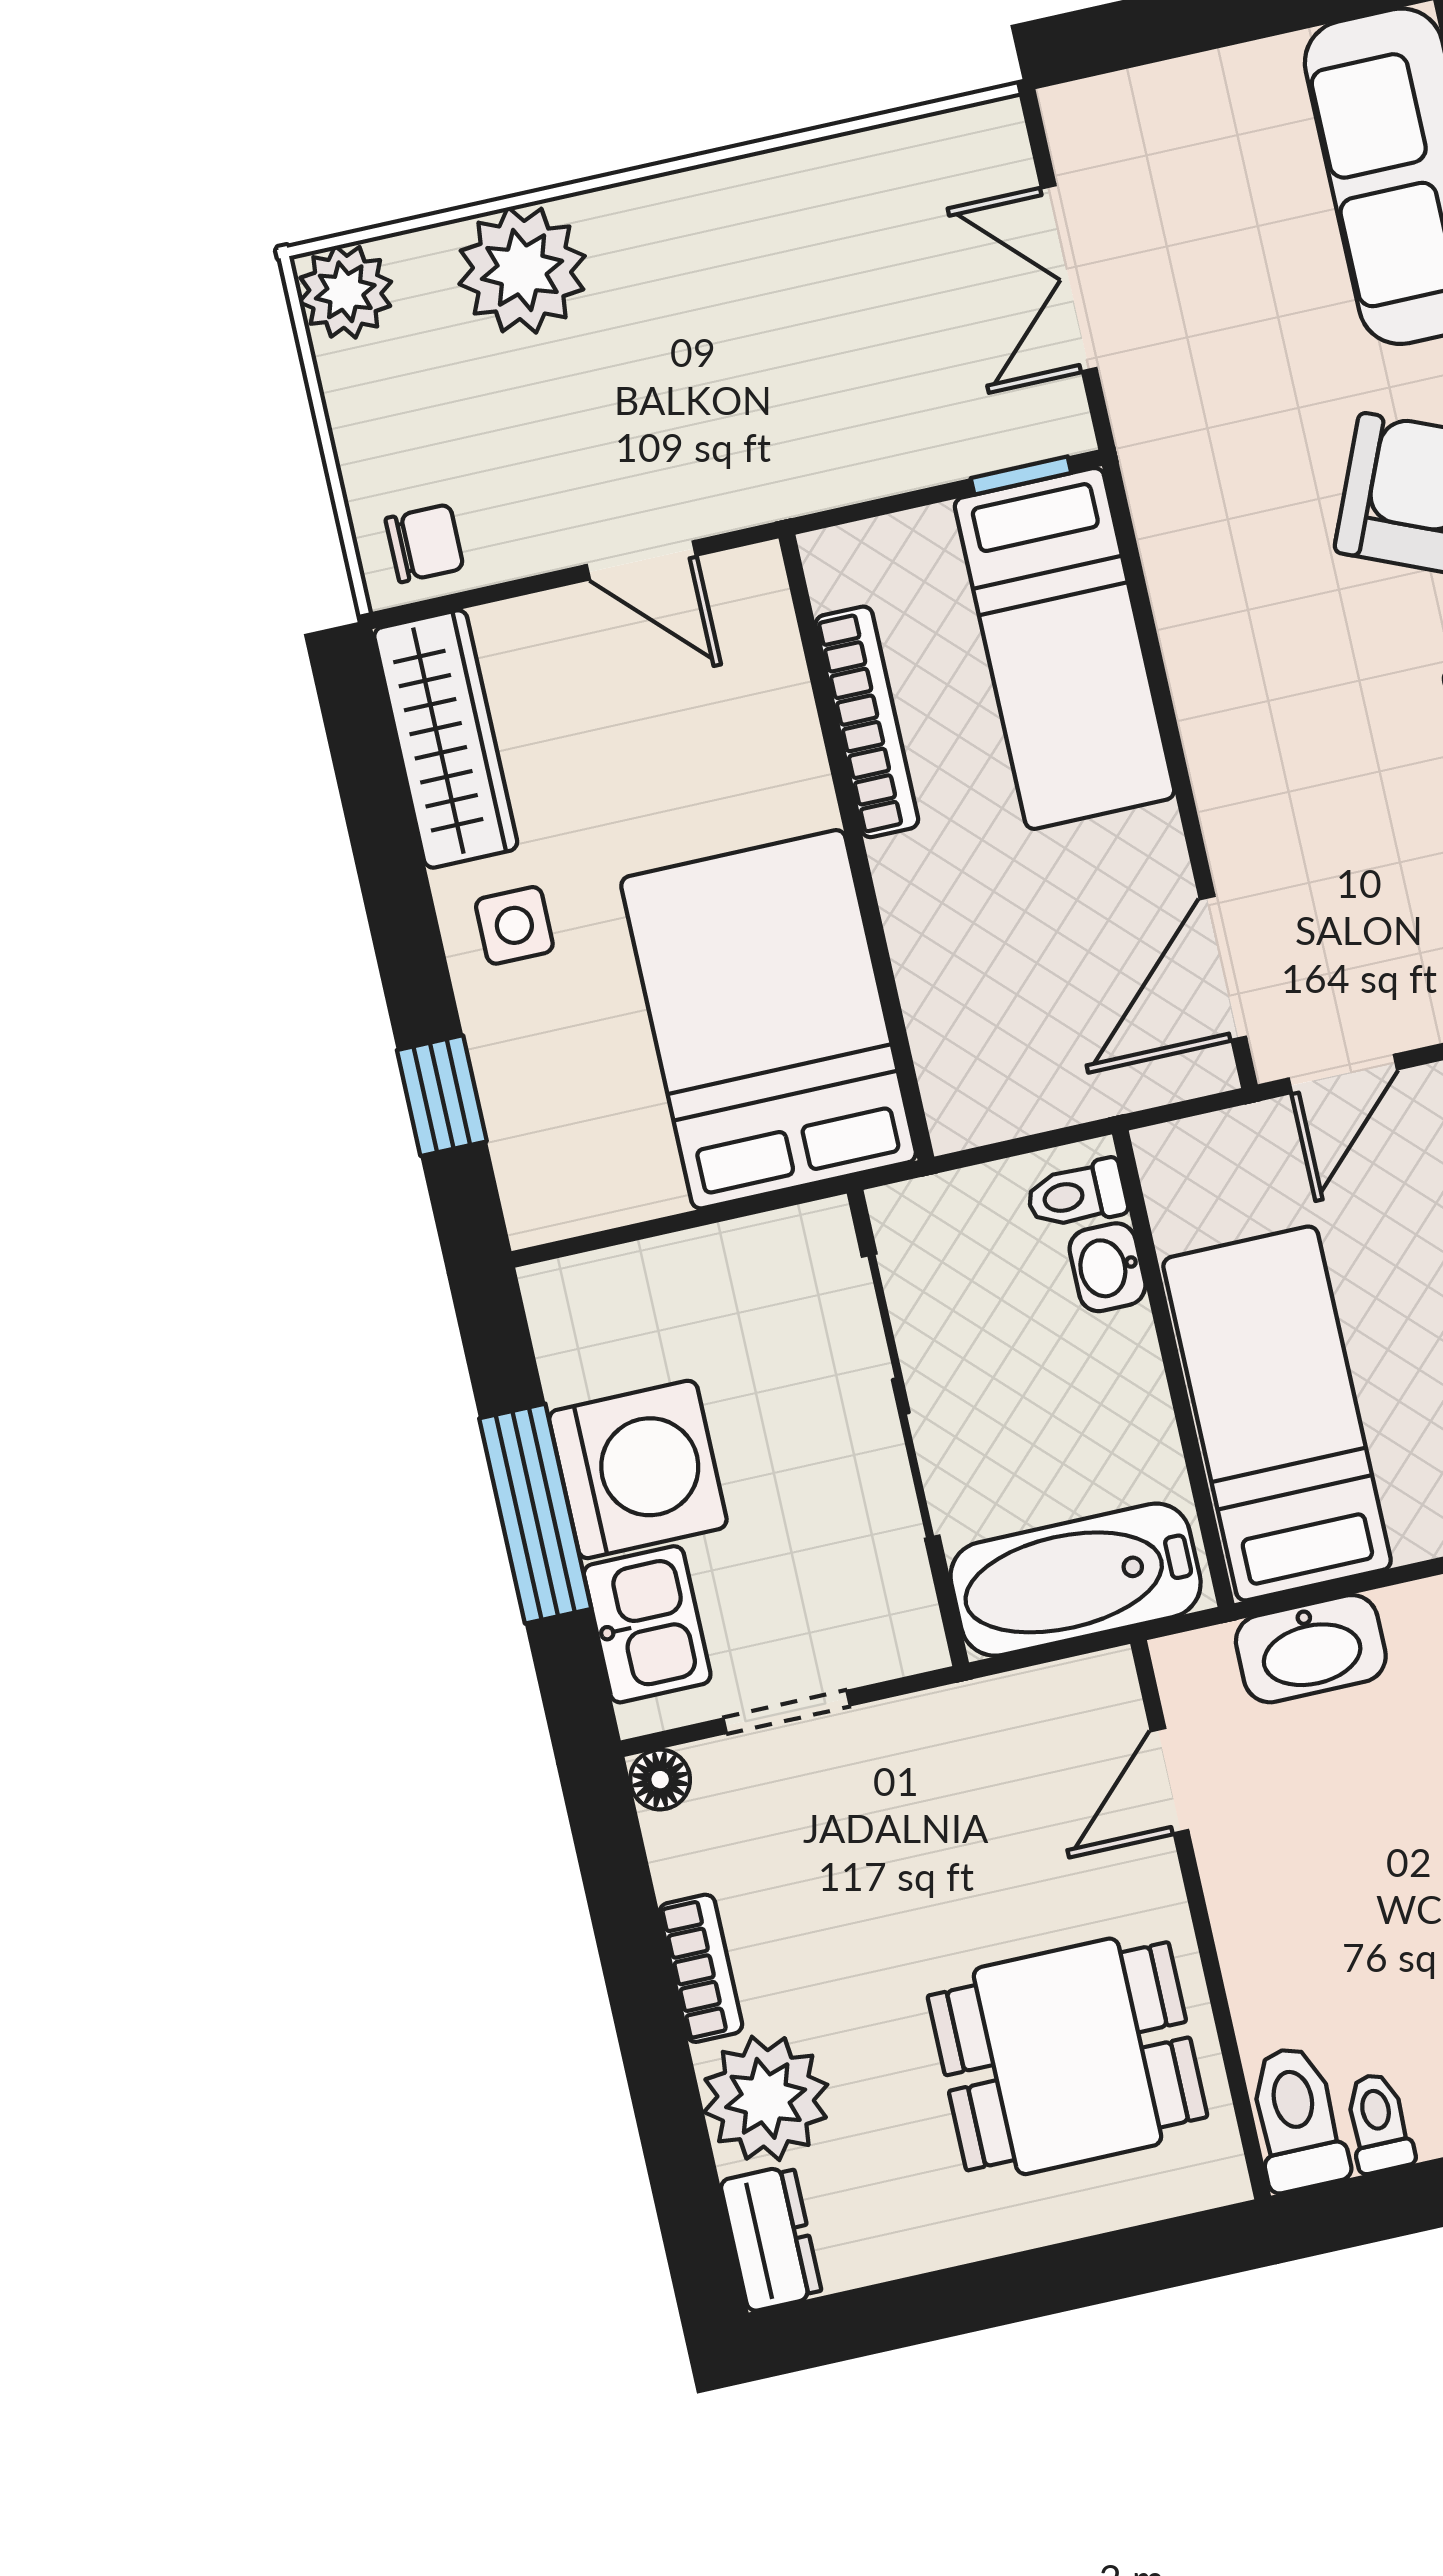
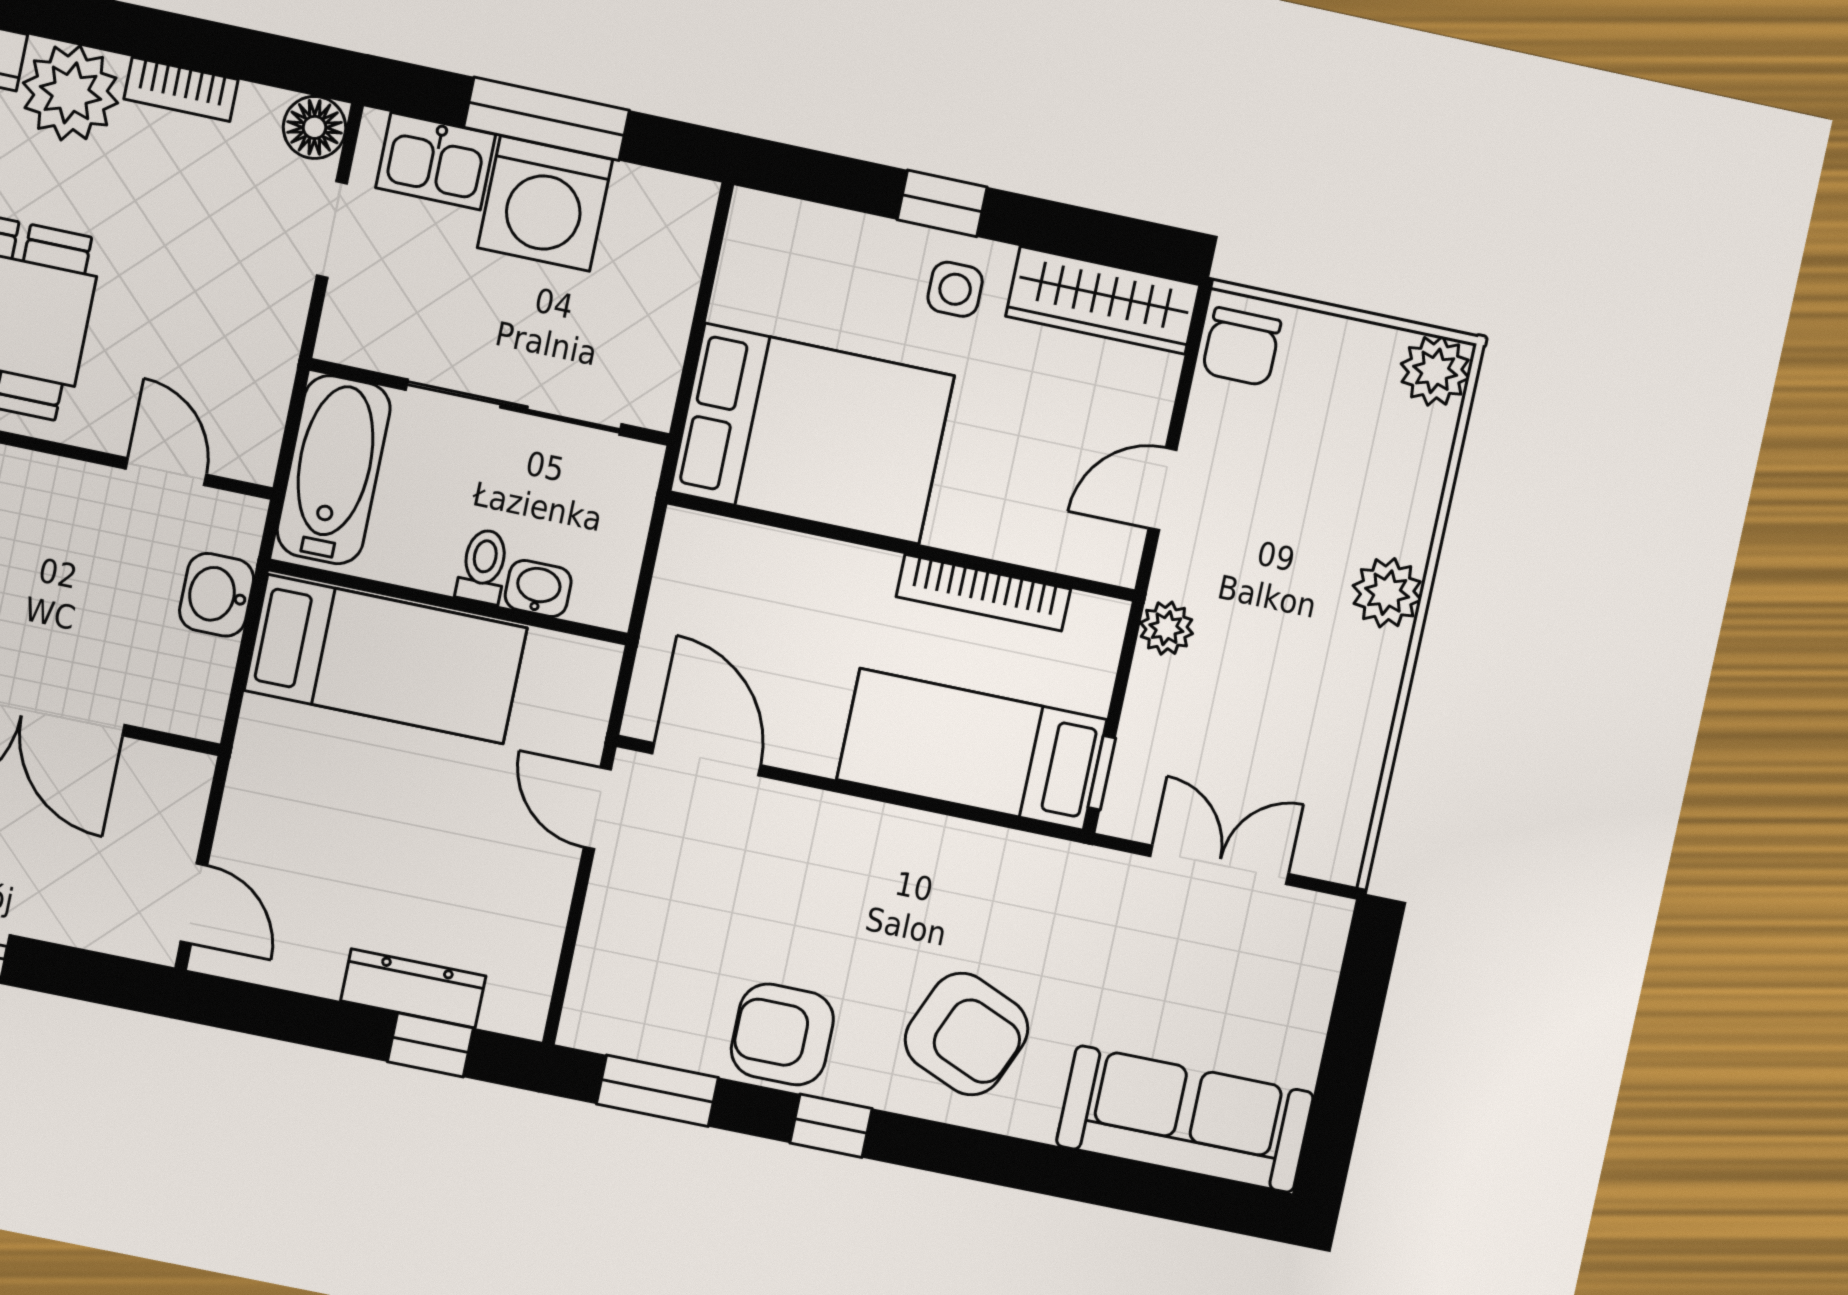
plant: (522, 270) -> (1387, 593), moved, width x0.73, depth x0.73
plant: (808, 477) -> (1167, 628), added
chair: (425, 543) -> (1241, 347), width x1.37, depth x1.37
window: (442, 1096) -> (942, 203), moved
toilet: (1077, 1195) -> (483, 566), moved
washbasin: (1311, 1649) -> (217, 595), width x0.72
floor lamp: (660, 1780) -> (314, 127), width x1.37, depth x1.37

